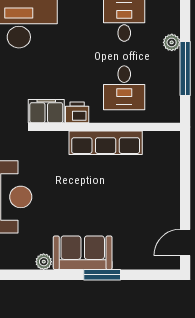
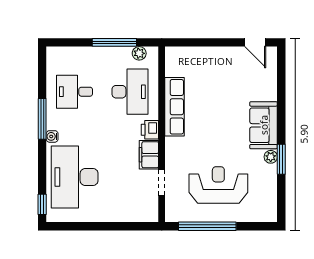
plant: (172, 42) -> (139, 53), moved
desk: (124, 88) -> (130, 92), width x1.37
window: (102, 275) -> (281, 159), moved

